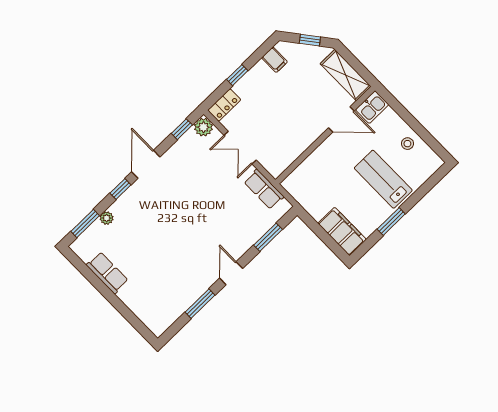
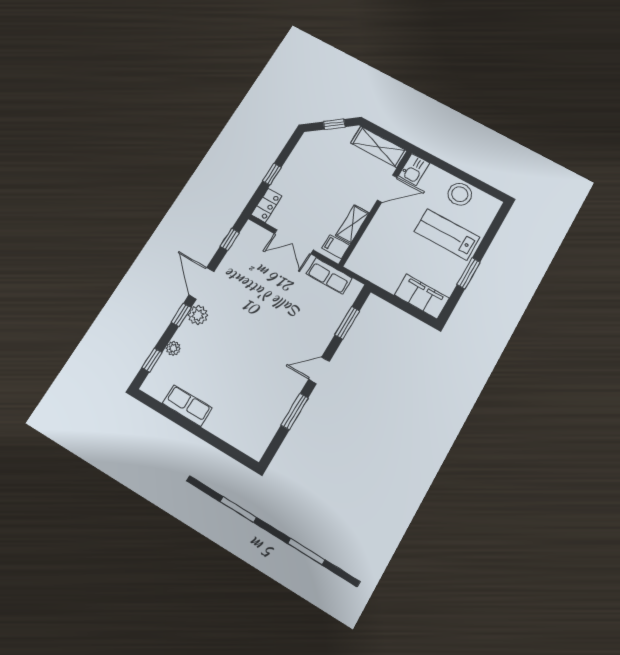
filing cabinet: (275, 60) -> (336, 247), moved, turned 180
plant: (203, 127) -> (198, 315), moved
stool: (407, 144) -> (460, 194), width x1.89, depth x1.89
shelving: (299, 146) -> (353, 224), added
window: (85, 224) -> (152, 360), width x0.67
door: (231, 273) -> (319, 370), hinge flipped

